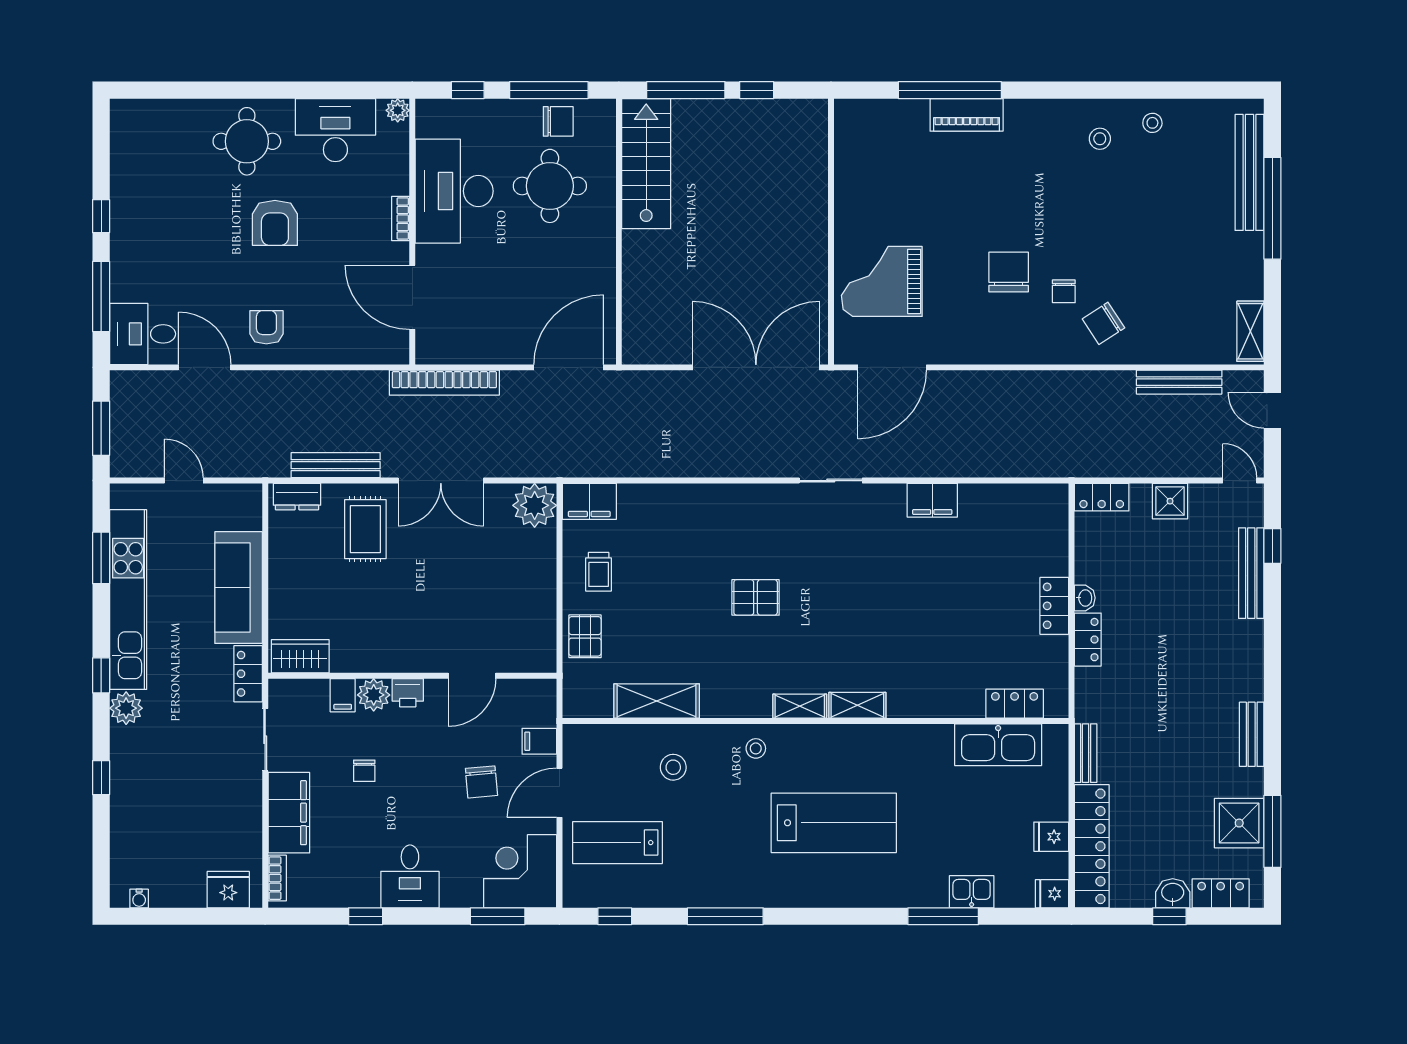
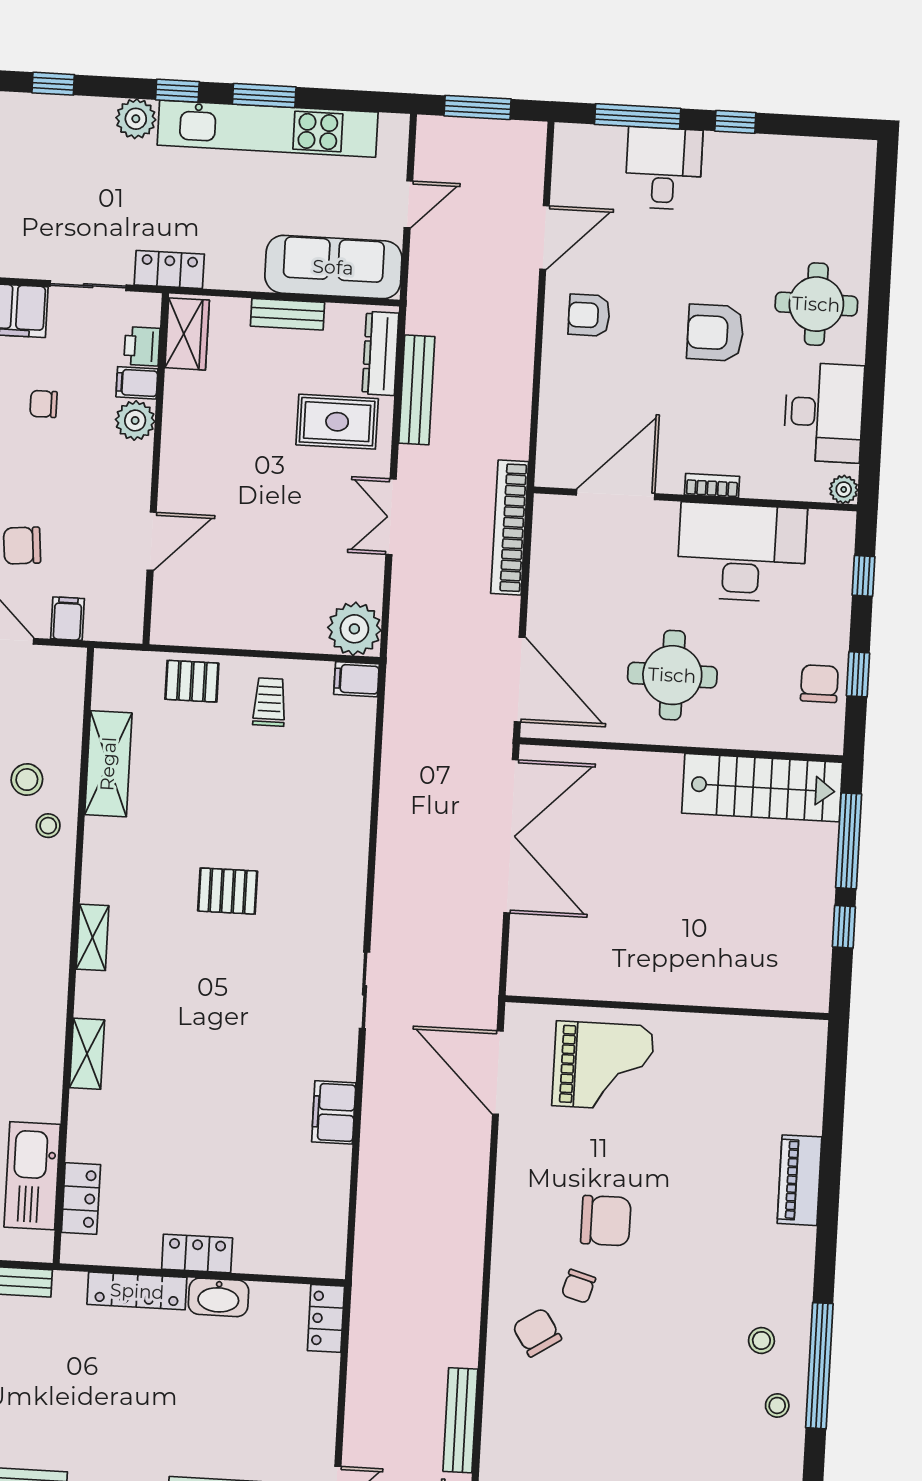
window: (549, 90) -> (858, 674), width x0.46
window: (950, 90) -> (819, 1366), moved
chair: (558, 121) -> (819, 684), turned 180
round table: (550, 186) -> (672, 675), moved
grand piano: (882, 281) -> (603, 1066), turned 90
chair: (1064, 291) -> (579, 1286), turned -74
armchair: (266, 327) -> (589, 315), turned 180
desk: (143, 334) -> (664, 168), moved
double door: (756, 367) -> (511, 836), moved
double door: (441, 481) -> (391, 517), width x0.73
dresser: (297, 497) -> (380, 353), width x1.44
filing cabinet: (589, 501) -> (356, 679), width x0.50
shower: (1170, 501) -> (316, 1401), removed
window: (101, 558) -> (264, 96), moved
trolley: (599, 572) -> (269, 702), turned 90
bench: (279, 575) -> (287, 314), added
sofa: (239, 588) -> (333, 267), moved
pallet: (756, 597) -> (228, 891), turned 90
washbasin: (1085, 598) -> (218, 1297), width x1.91, depth x1.45
locker: (1088, 640) -> (137, 1291), width x1.53
door: (472, 676) -> (152, 541), swing flipped
printer: (408, 693) -> (142, 346), moved
shelving: (857, 705) -> (87, 1054), moved
stool: (756, 748) -> (48, 826), moved

